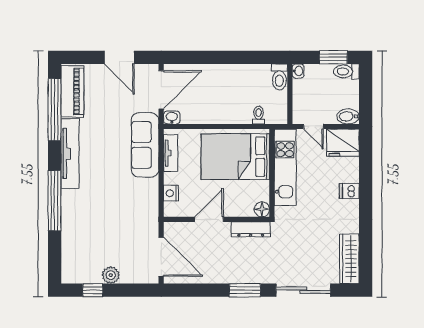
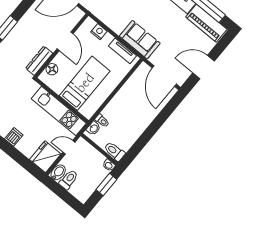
window: (333, 57) -> (106, 185), moved
toilet: (346, 72) -> (69, 180), moved
washbasin: (172, 117) -> (94, 128), moved
sofa: (145, 145) -> (140, 40), width x0.73
bed: (235, 157) -> (85, 83), width x0.67
floor lamp: (262, 209) -> (52, 69), moved

